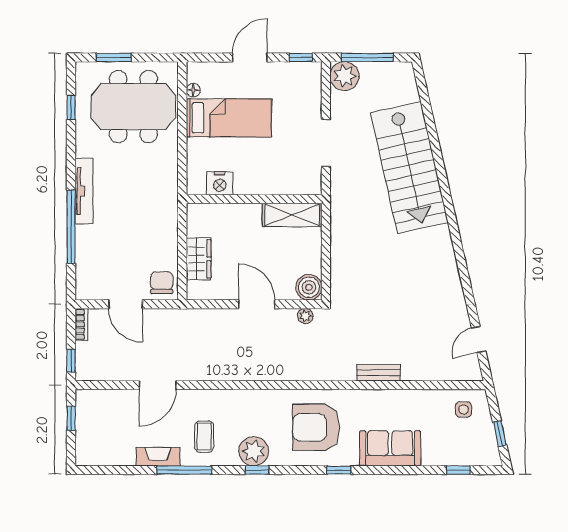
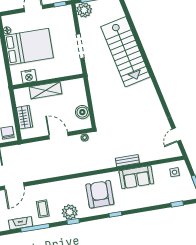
bed: (229, 118) -> (29, 47), width x1.50
shelving: (292, 215) -> (46, 90), moved
boiler: (309, 287) -> (82, 112), moved
armchair: (316, 427) -> (100, 194), turned 90
sofa: (390, 448) -> (136, 177), moved, turned 180

